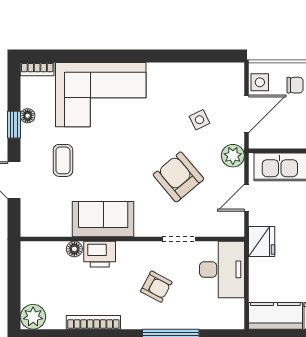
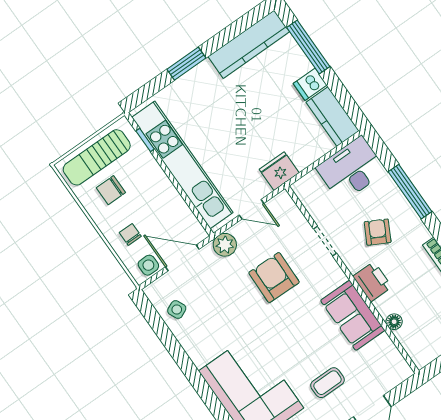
side table: (200, 120) -> (177, 310), moved
armchair: (178, 177) -> (274, 278), turned 131
printer: (100, 254) -> (372, 282), moved
desk: (222, 269) -> (351, 169), moved

